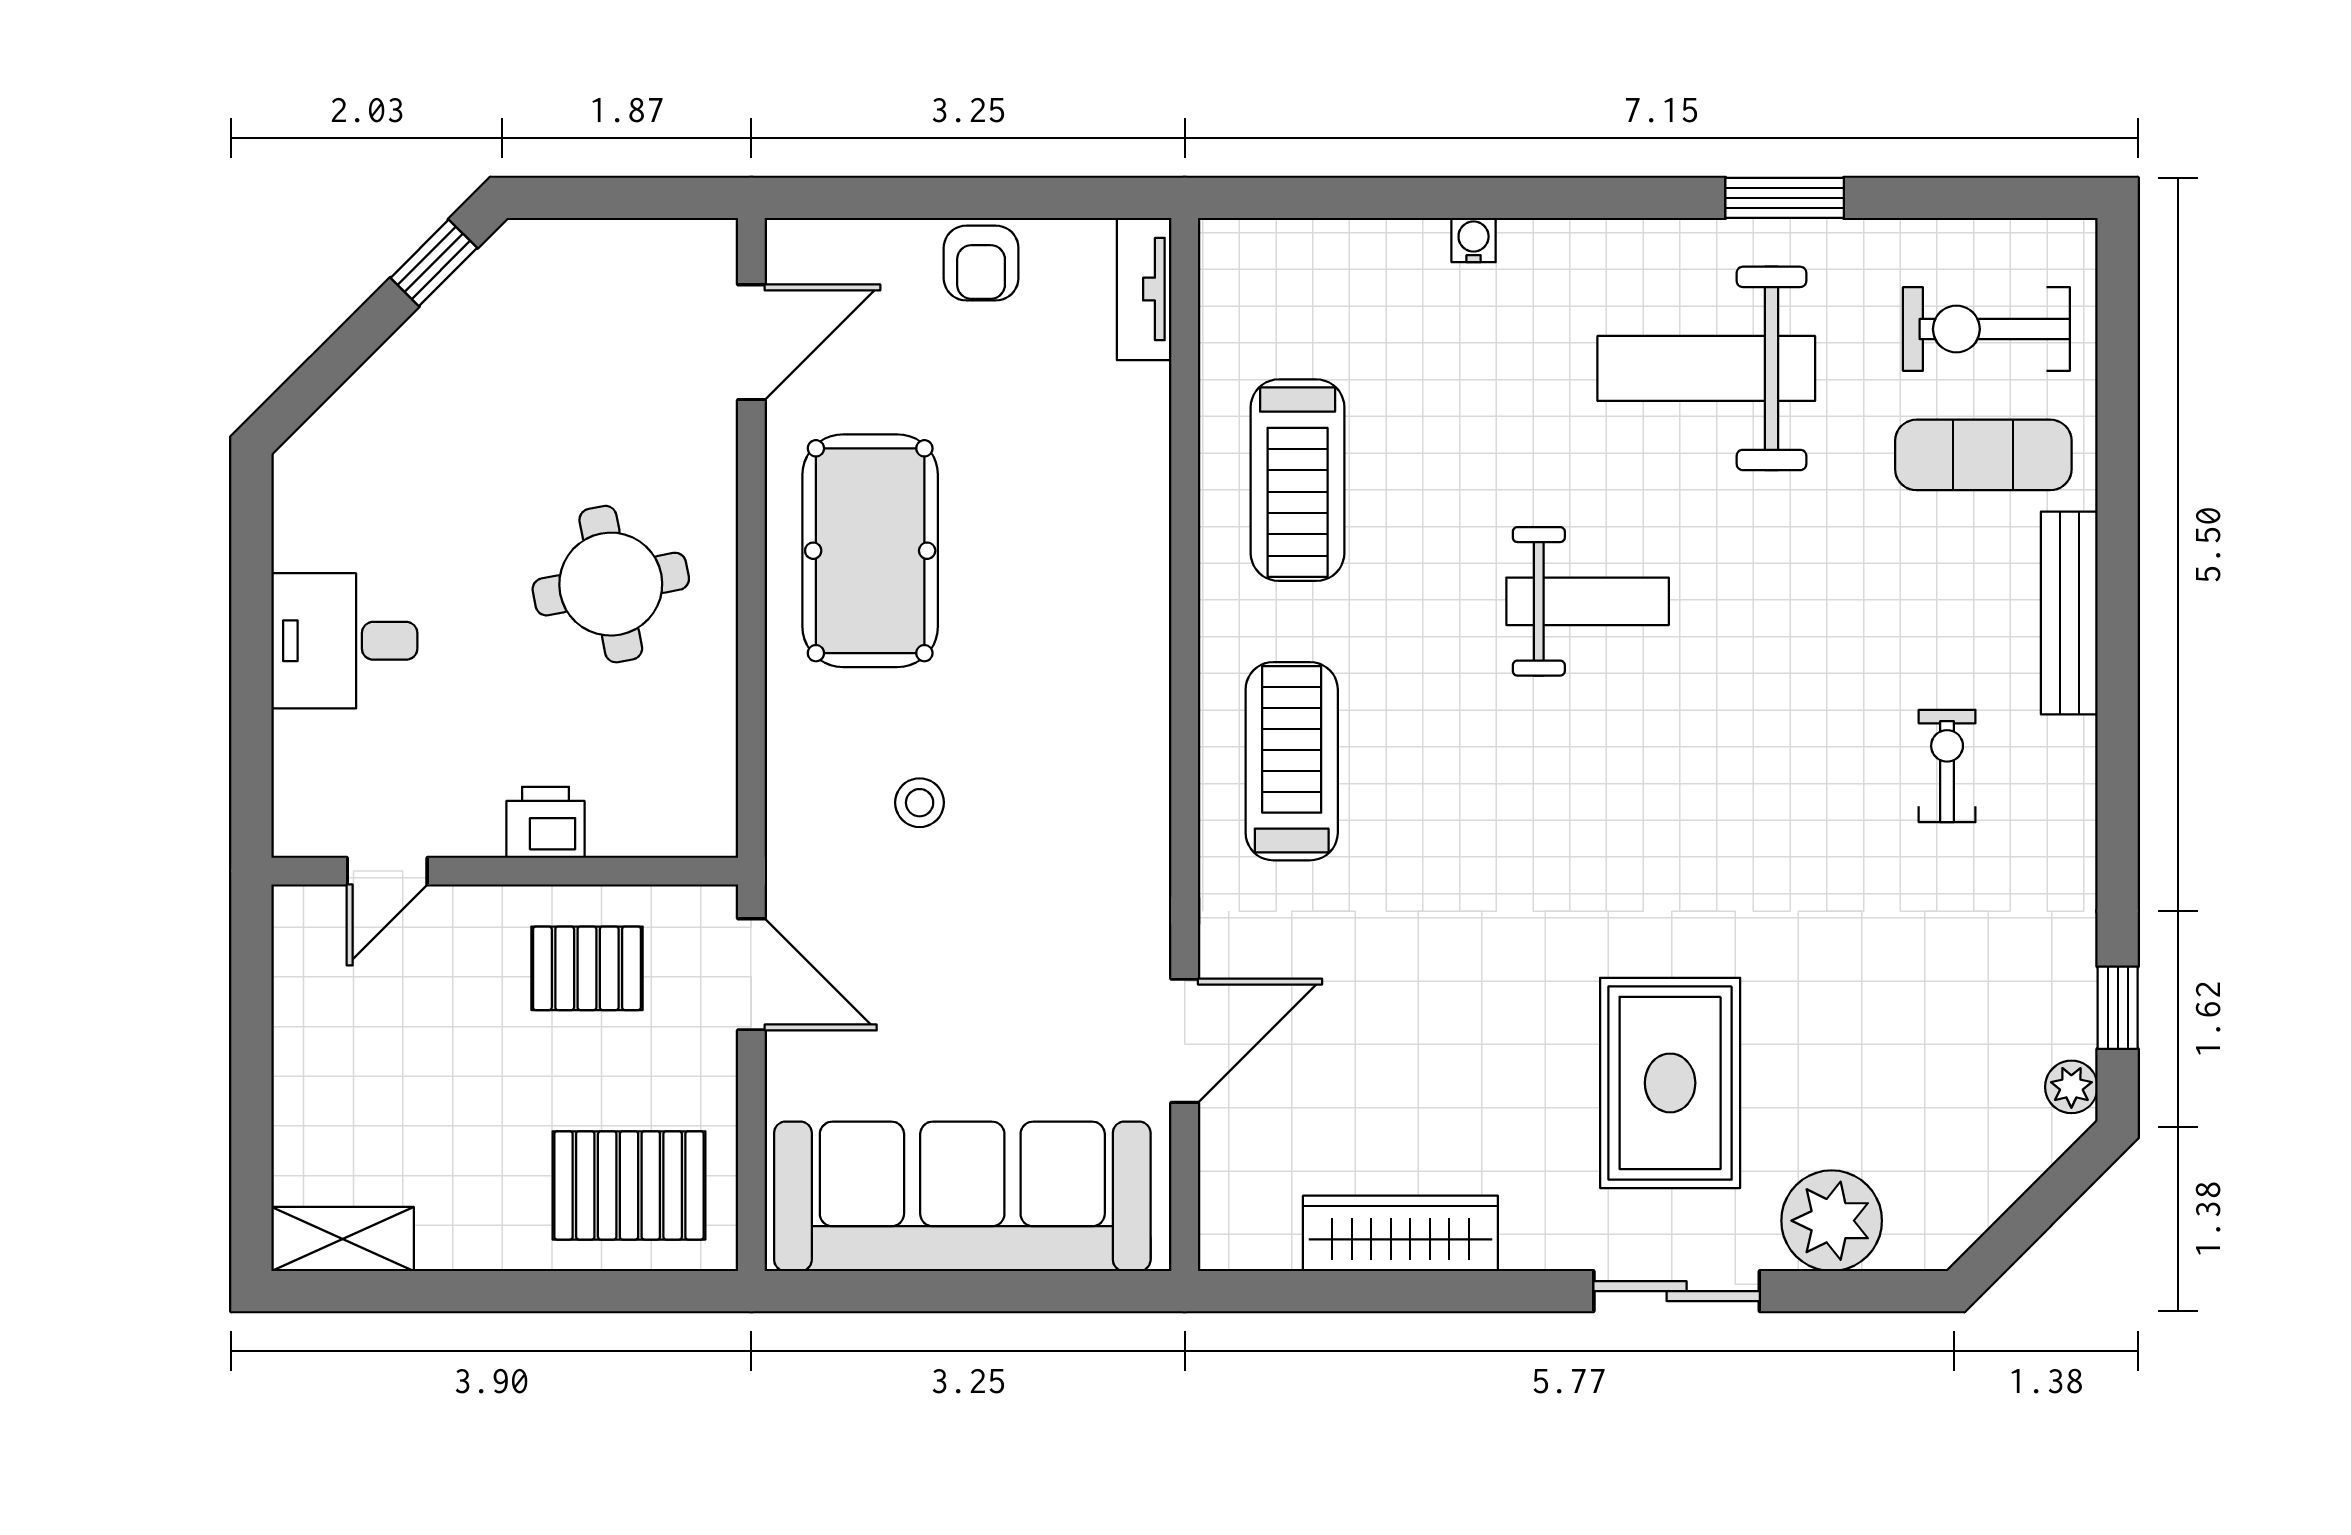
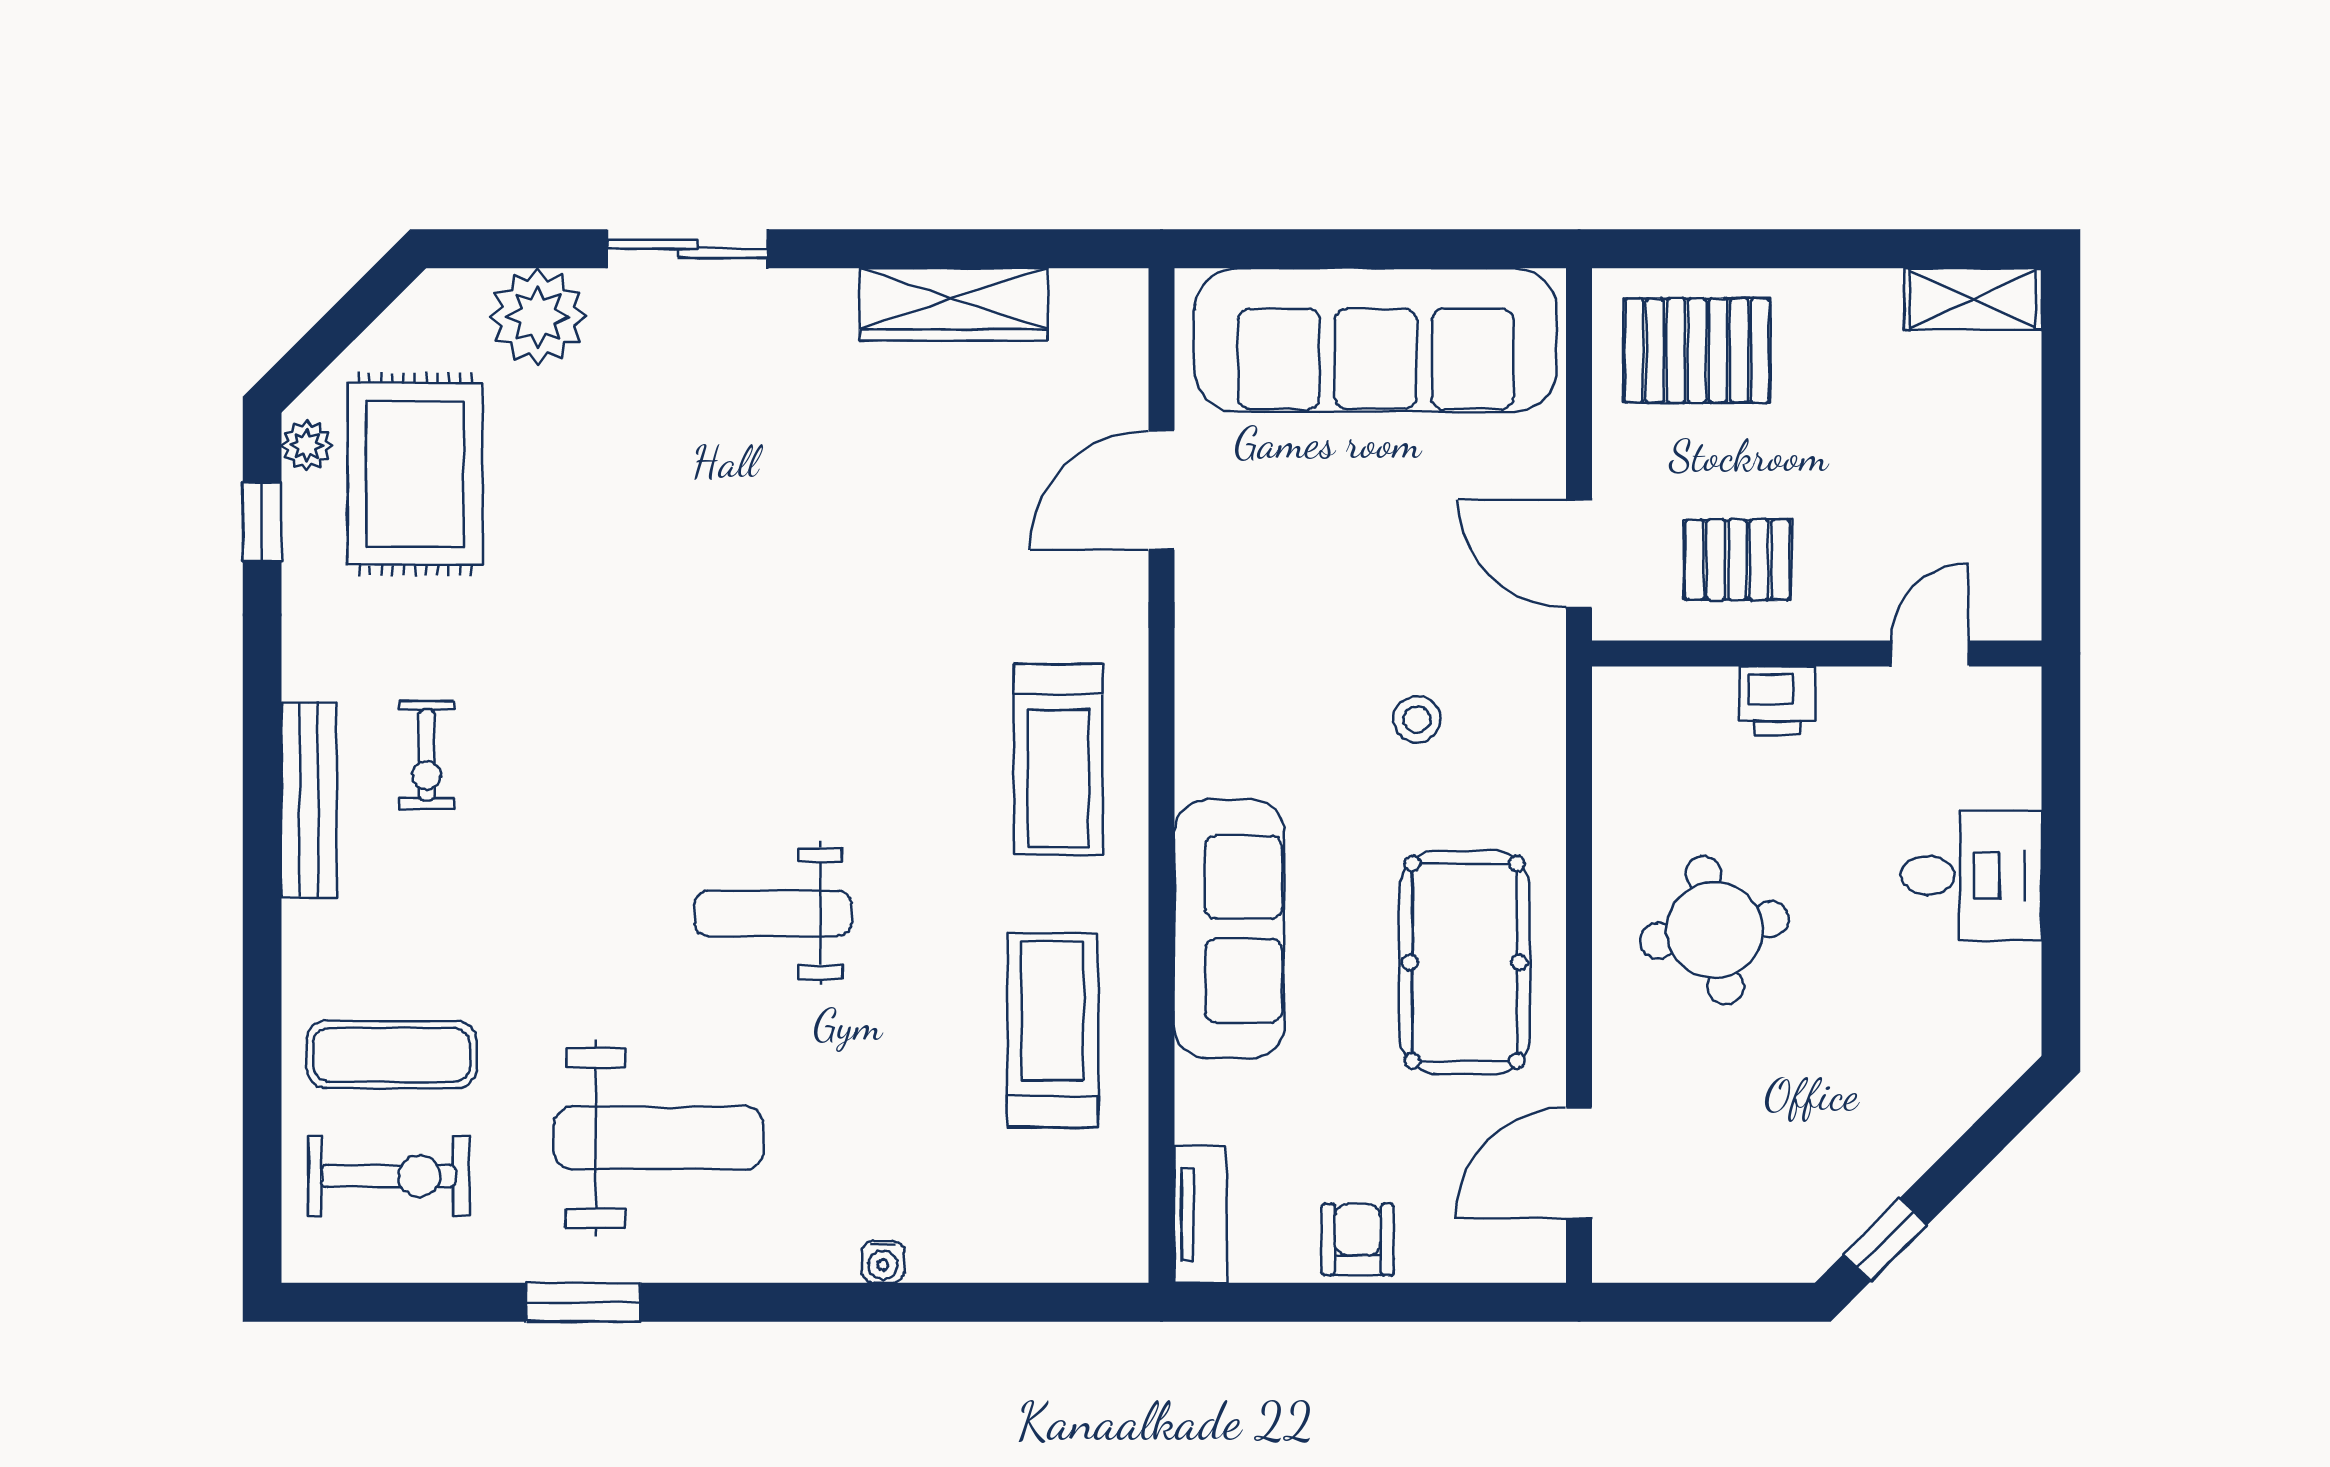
sofa: (1114, 585) -> (1229, 929), added
bench: (2069, 613) -> (309, 800), moved
rug: (1670, 1083) -> (415, 474), moved

